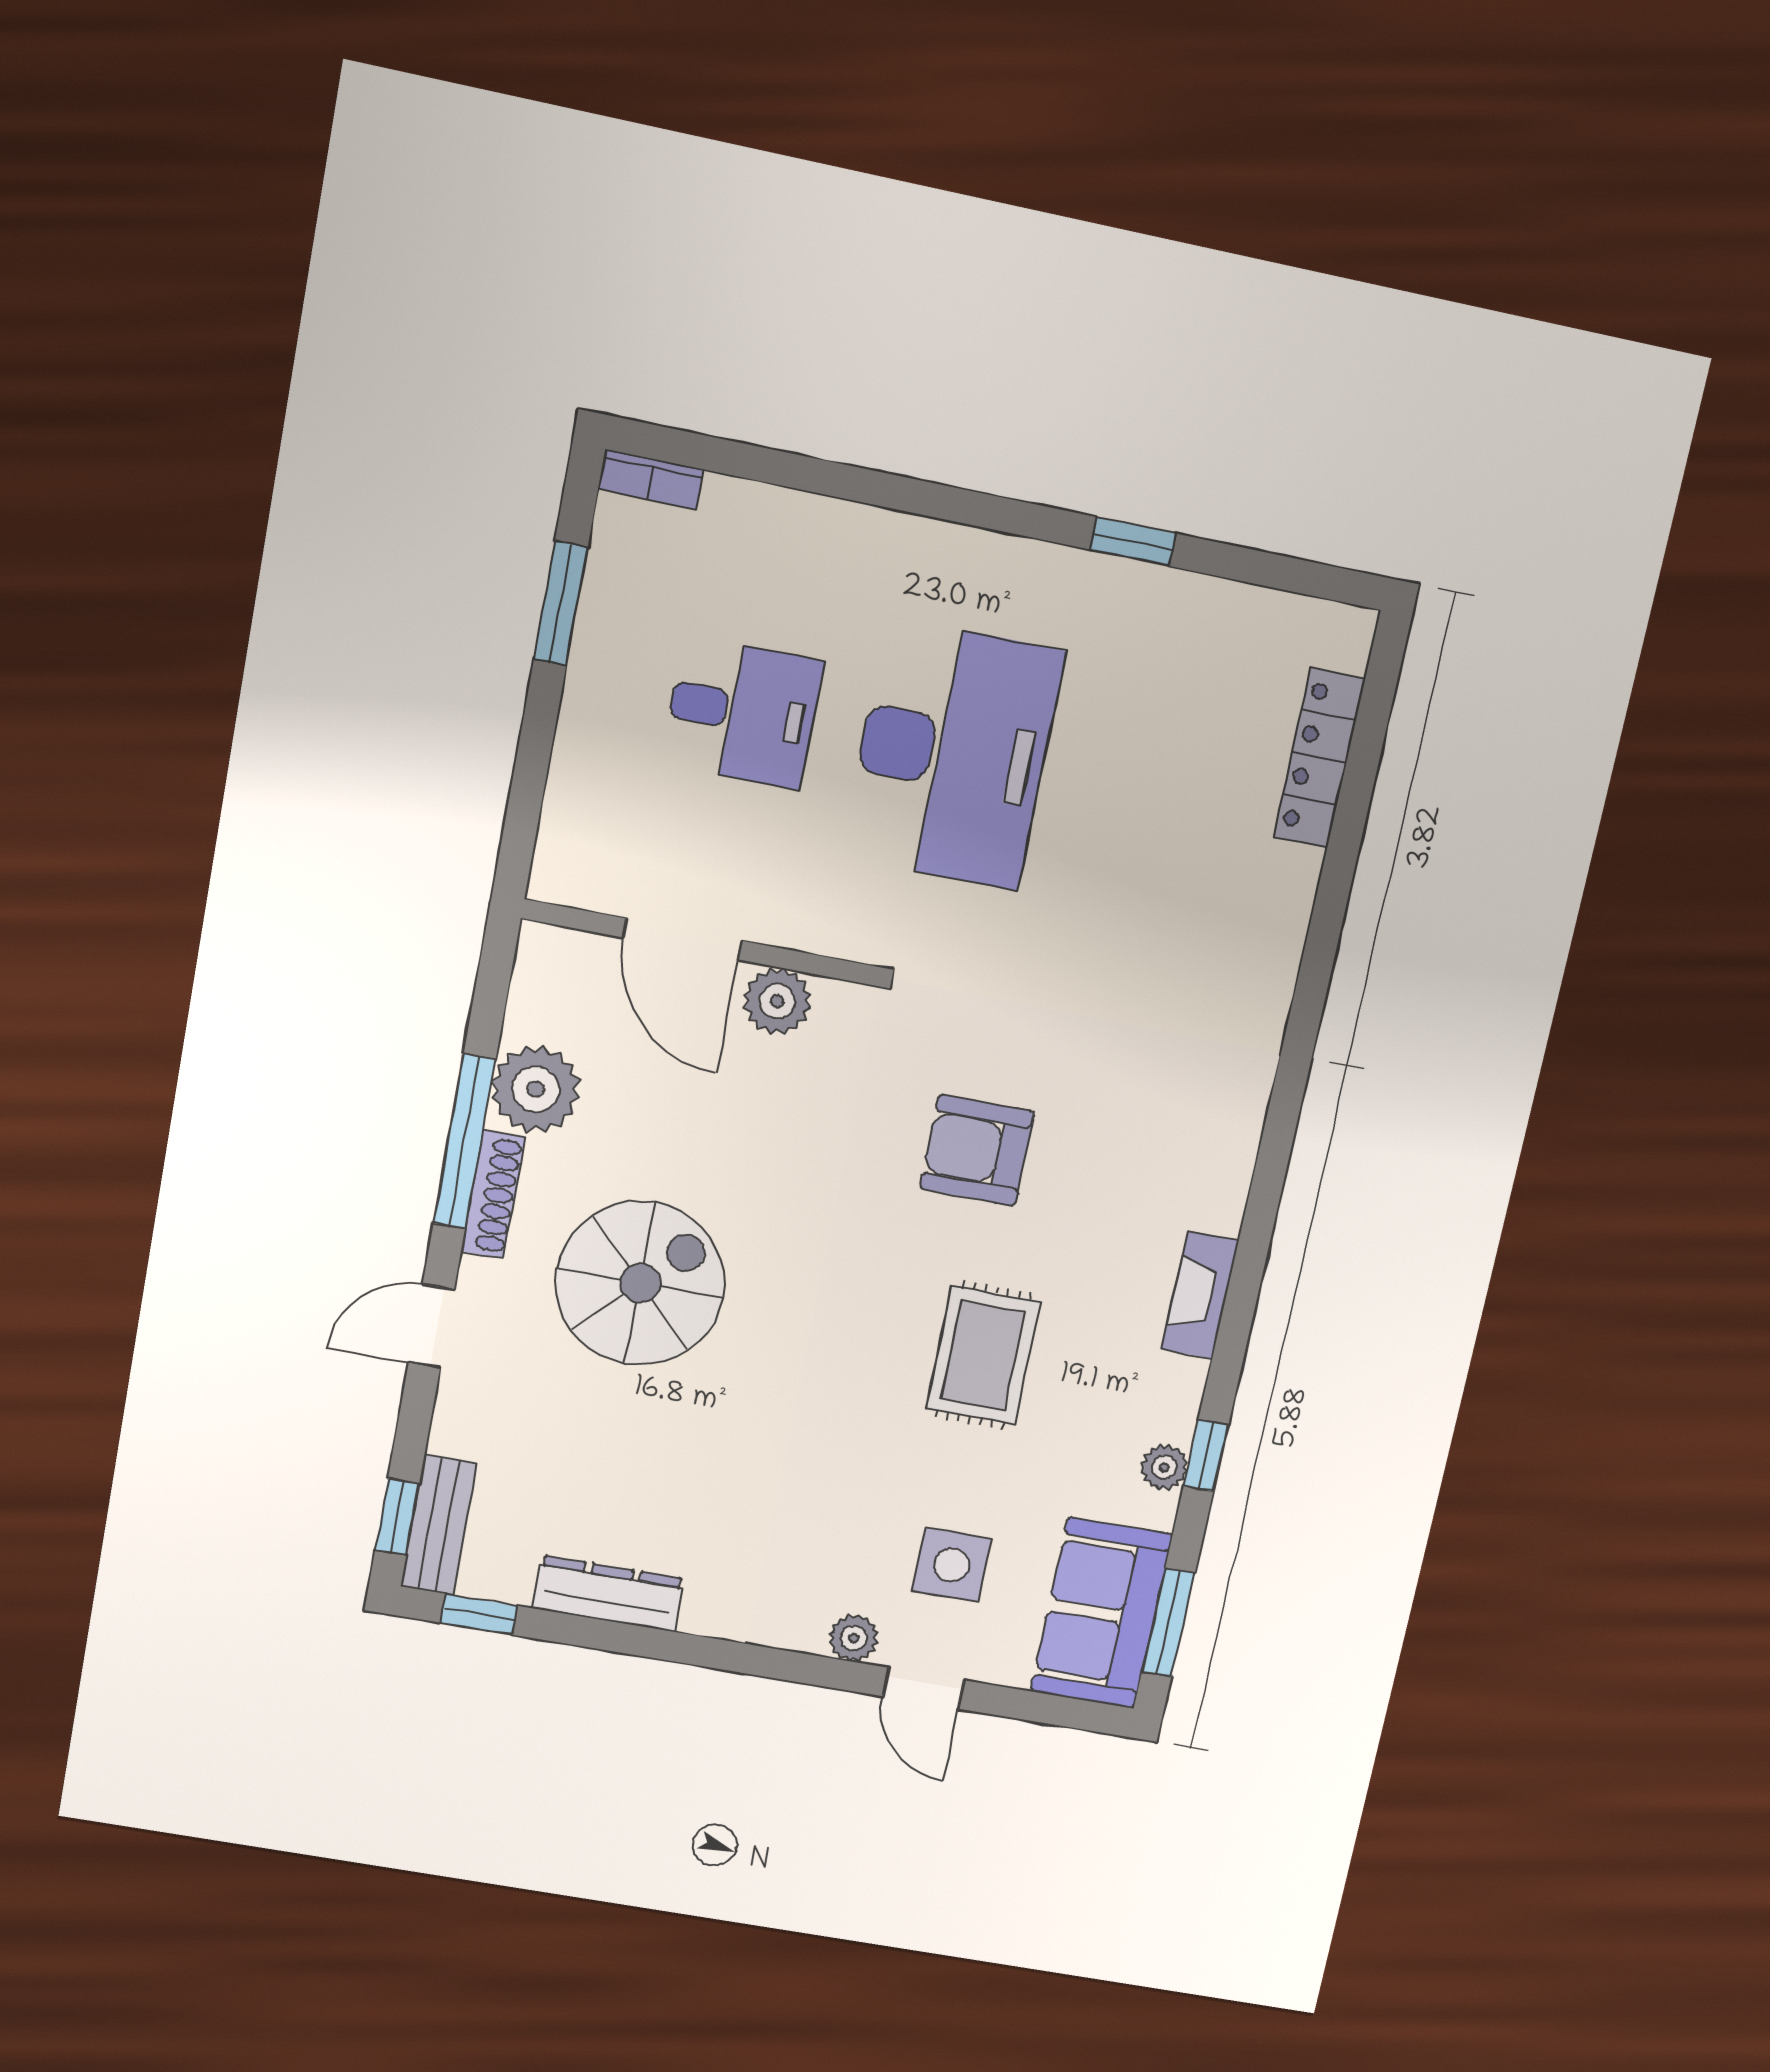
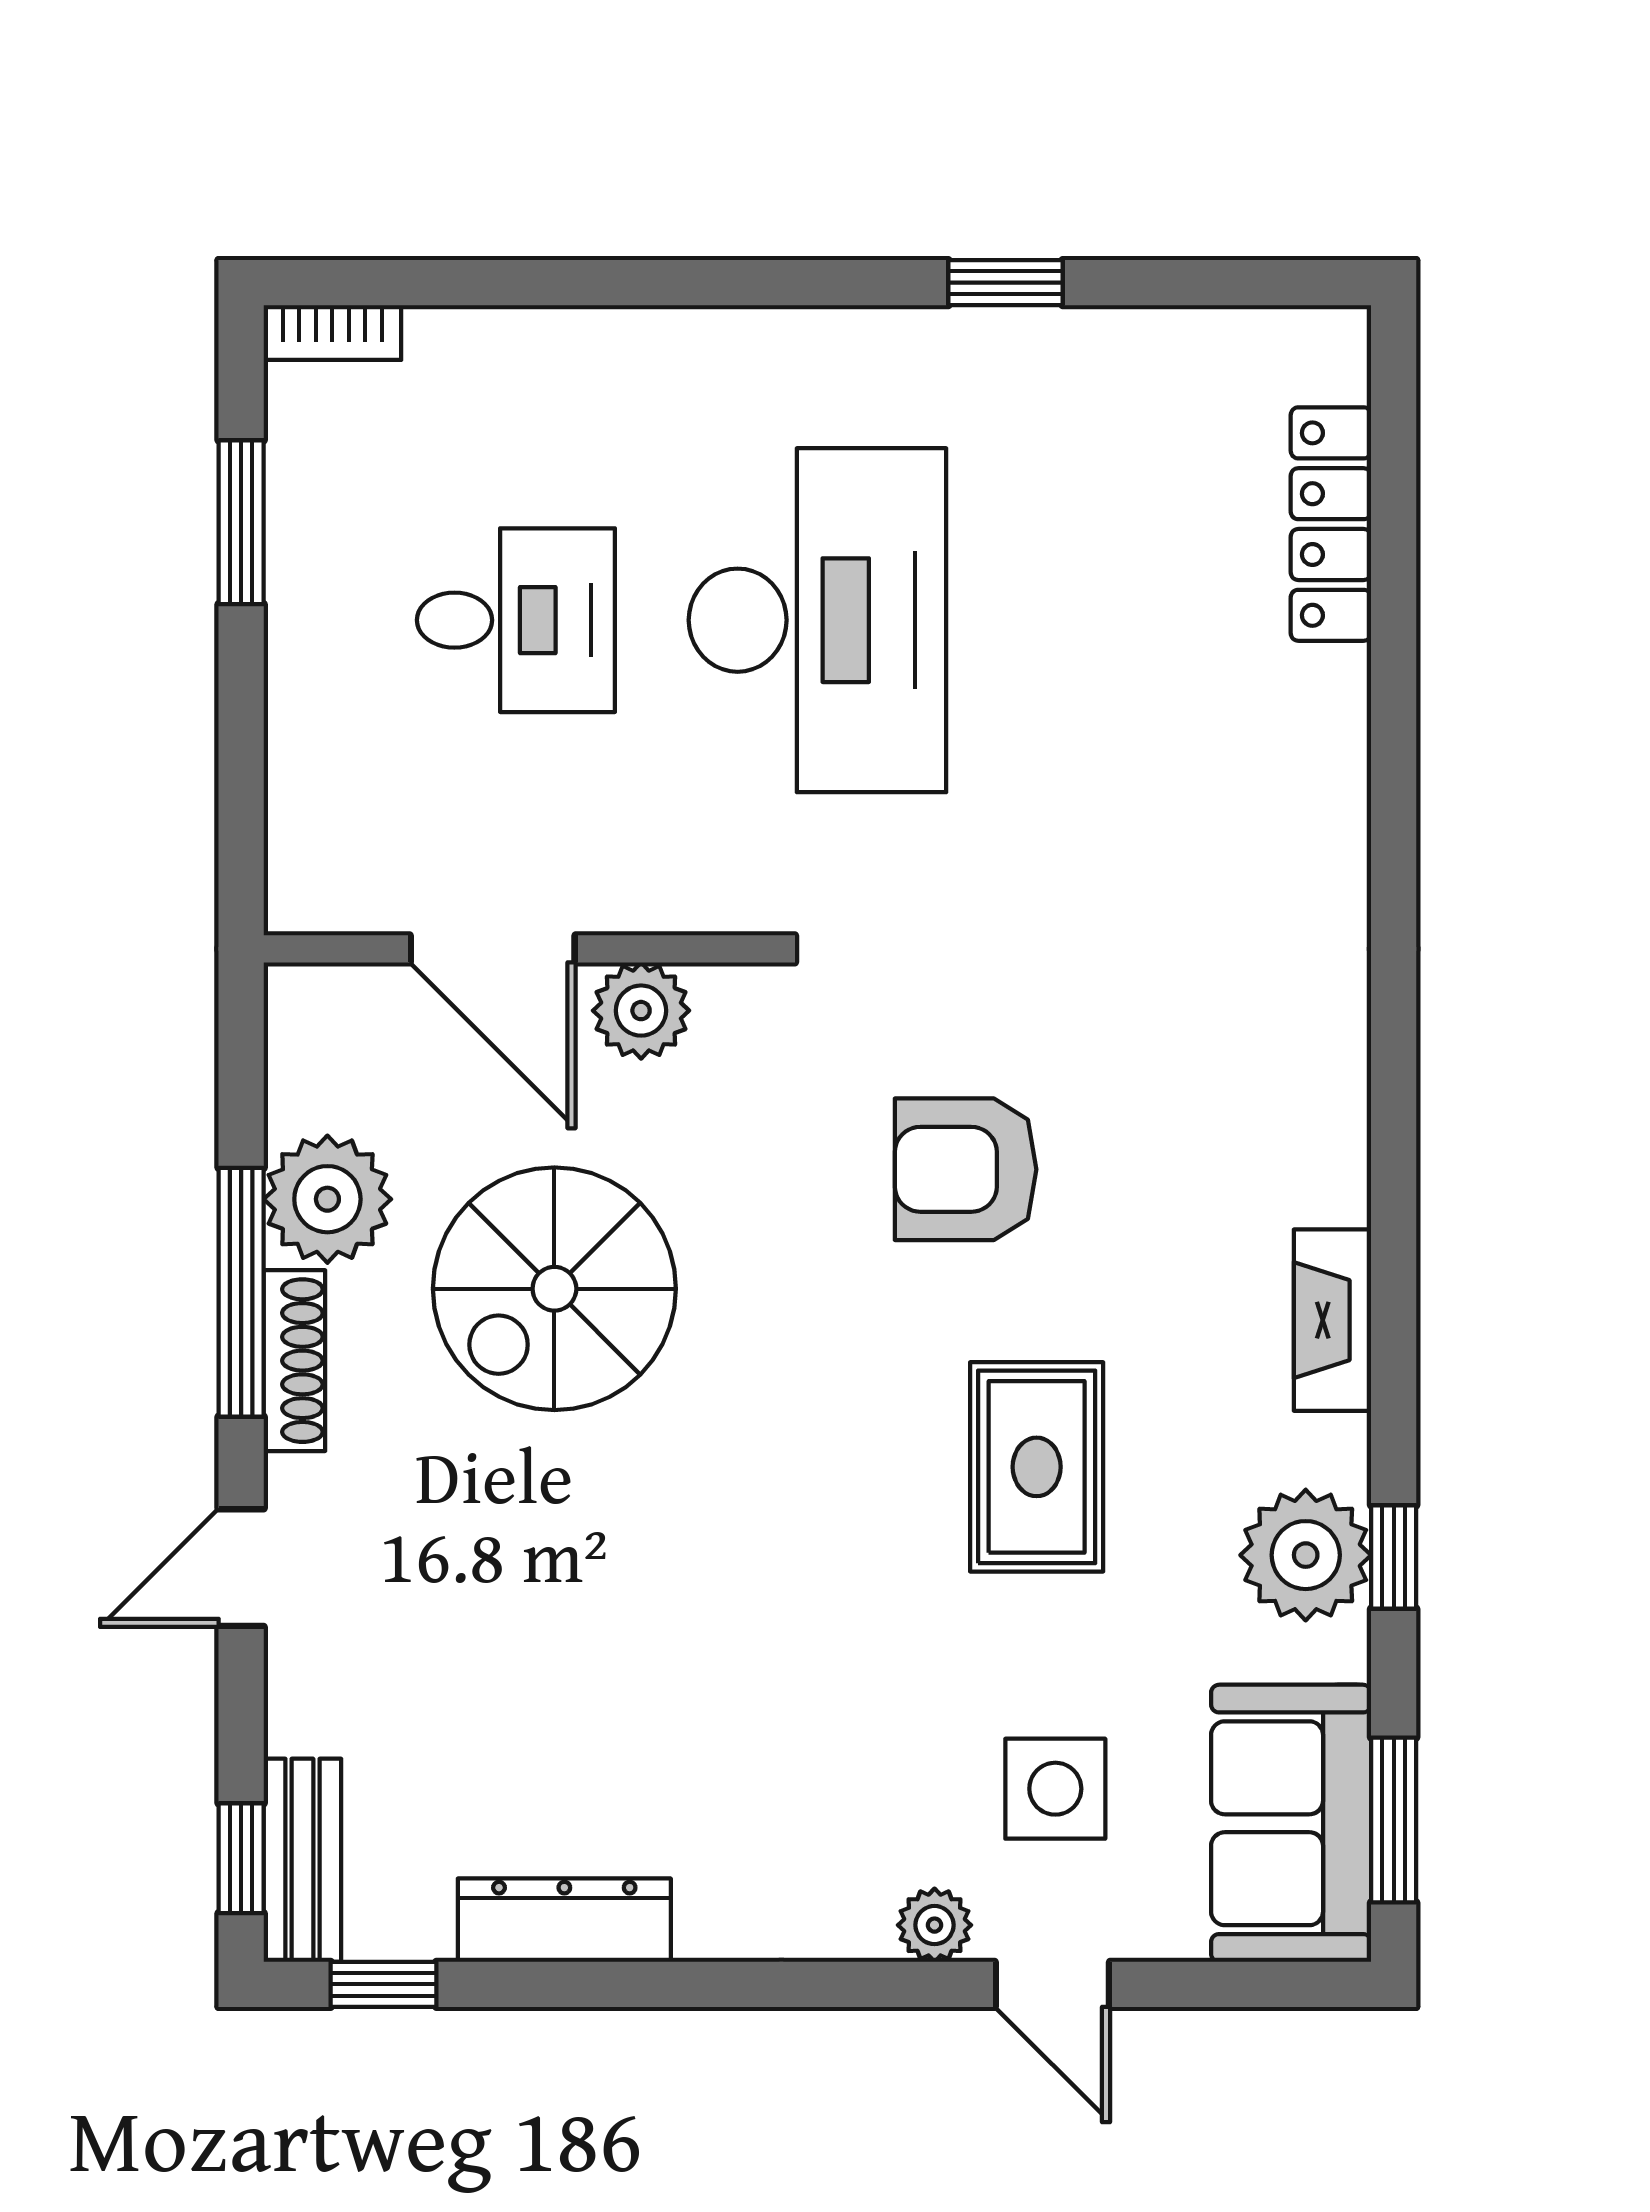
spiral stairs: (640, 1283) -> (554, 1289), moved, turned 180
plant: (1164, 1467) -> (1306, 1555), width x1.87, depth x1.87

